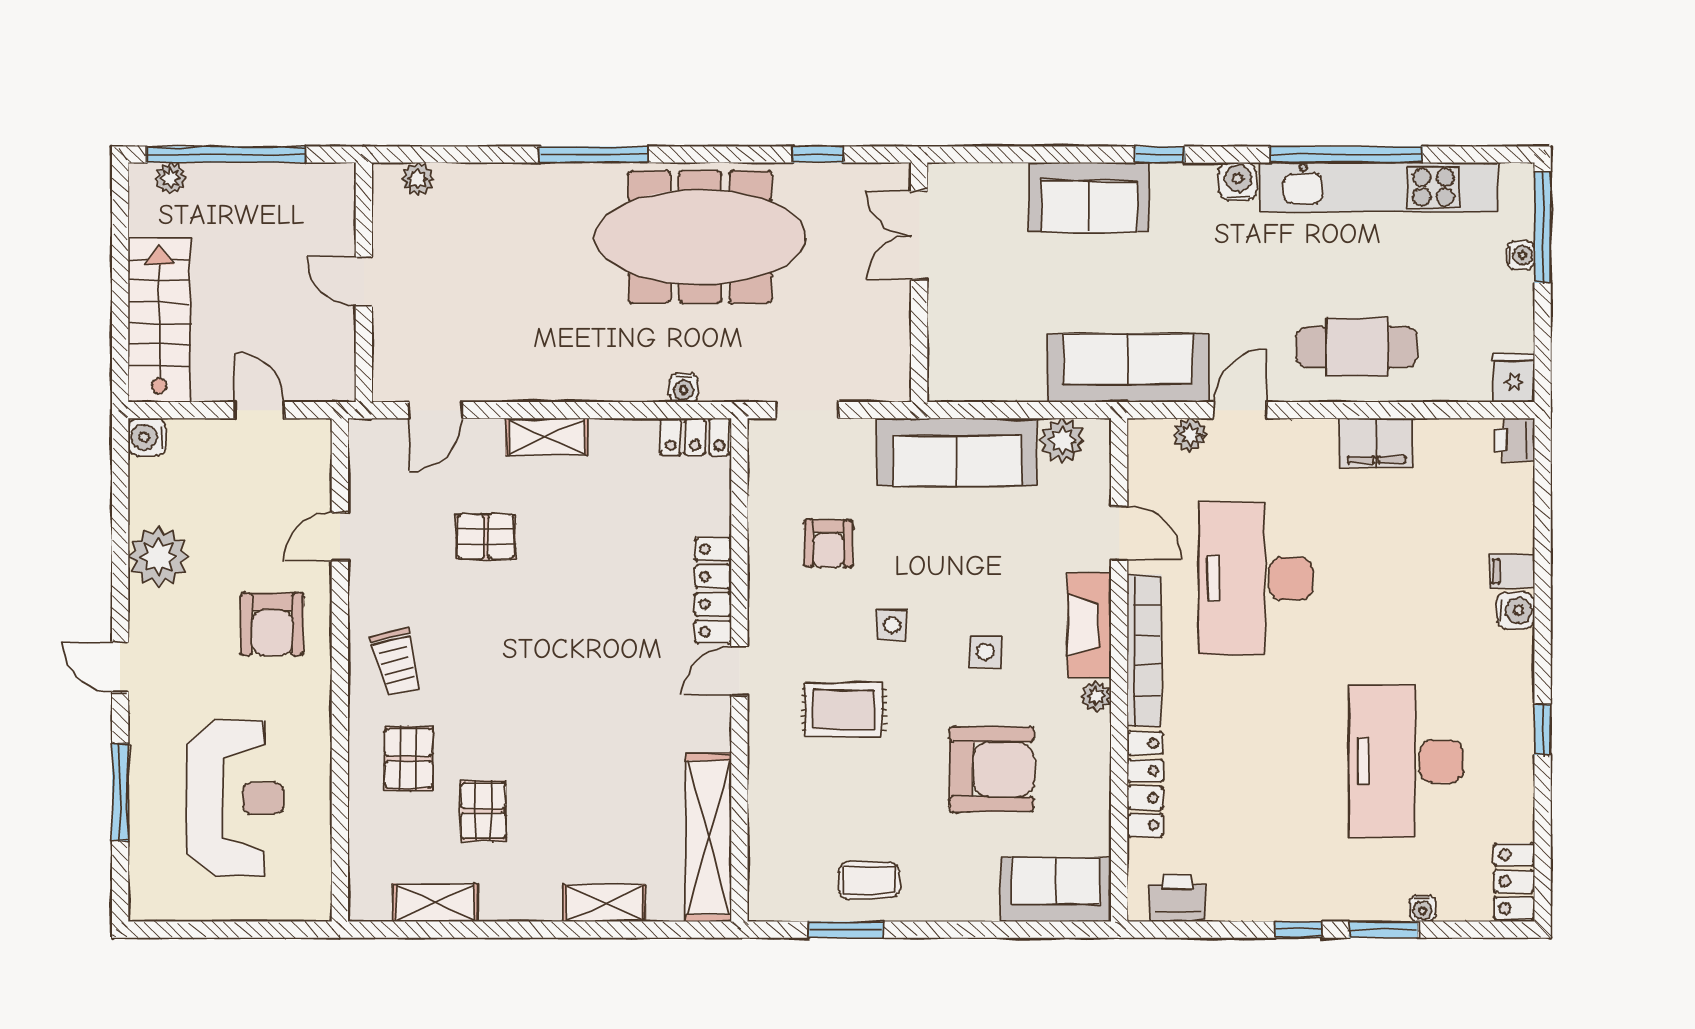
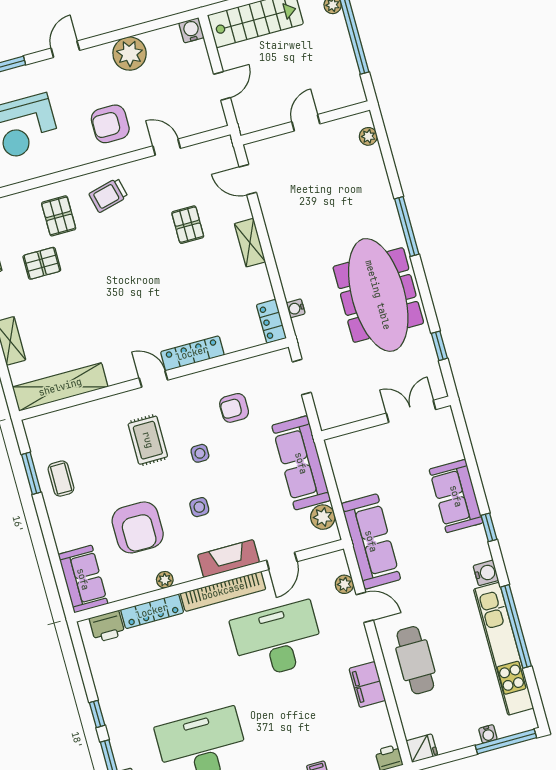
plant: (1096, 696) -> (165, 580), moved
pallet: (408, 758) -> (59, 216), turned 90
printer: (1177, 898) -> (107, 626), moved, turned 90

